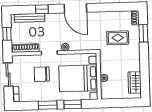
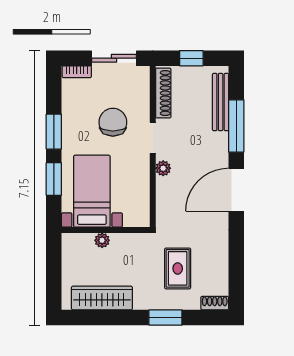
window: (42, 9) -> (236, 126), width x2.17
window: (143, 33) -> (165, 317), moved
bed with nightstands: (78, 78) -> (92, 191), width x0.73
wardrobe: (135, 82) -> (102, 298), width x1.50

